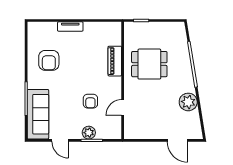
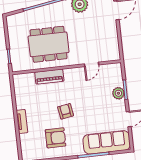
dining table: (149, 64) -> (49, 44), width x1.37
armchair: (90, 101) -> (66, 111), moved, turned -99
door: (123, 107) -> (92, 64), hinge flipped

